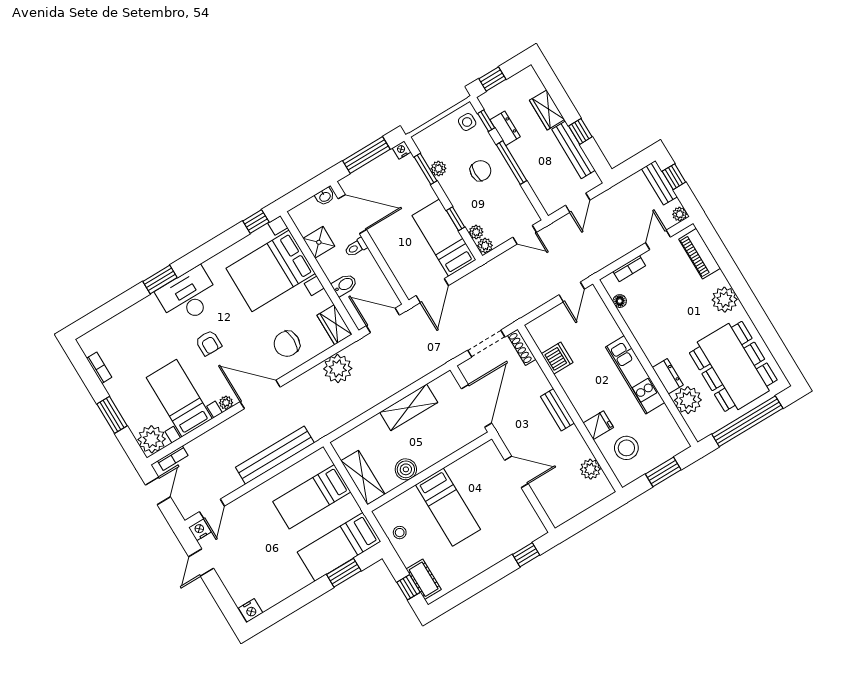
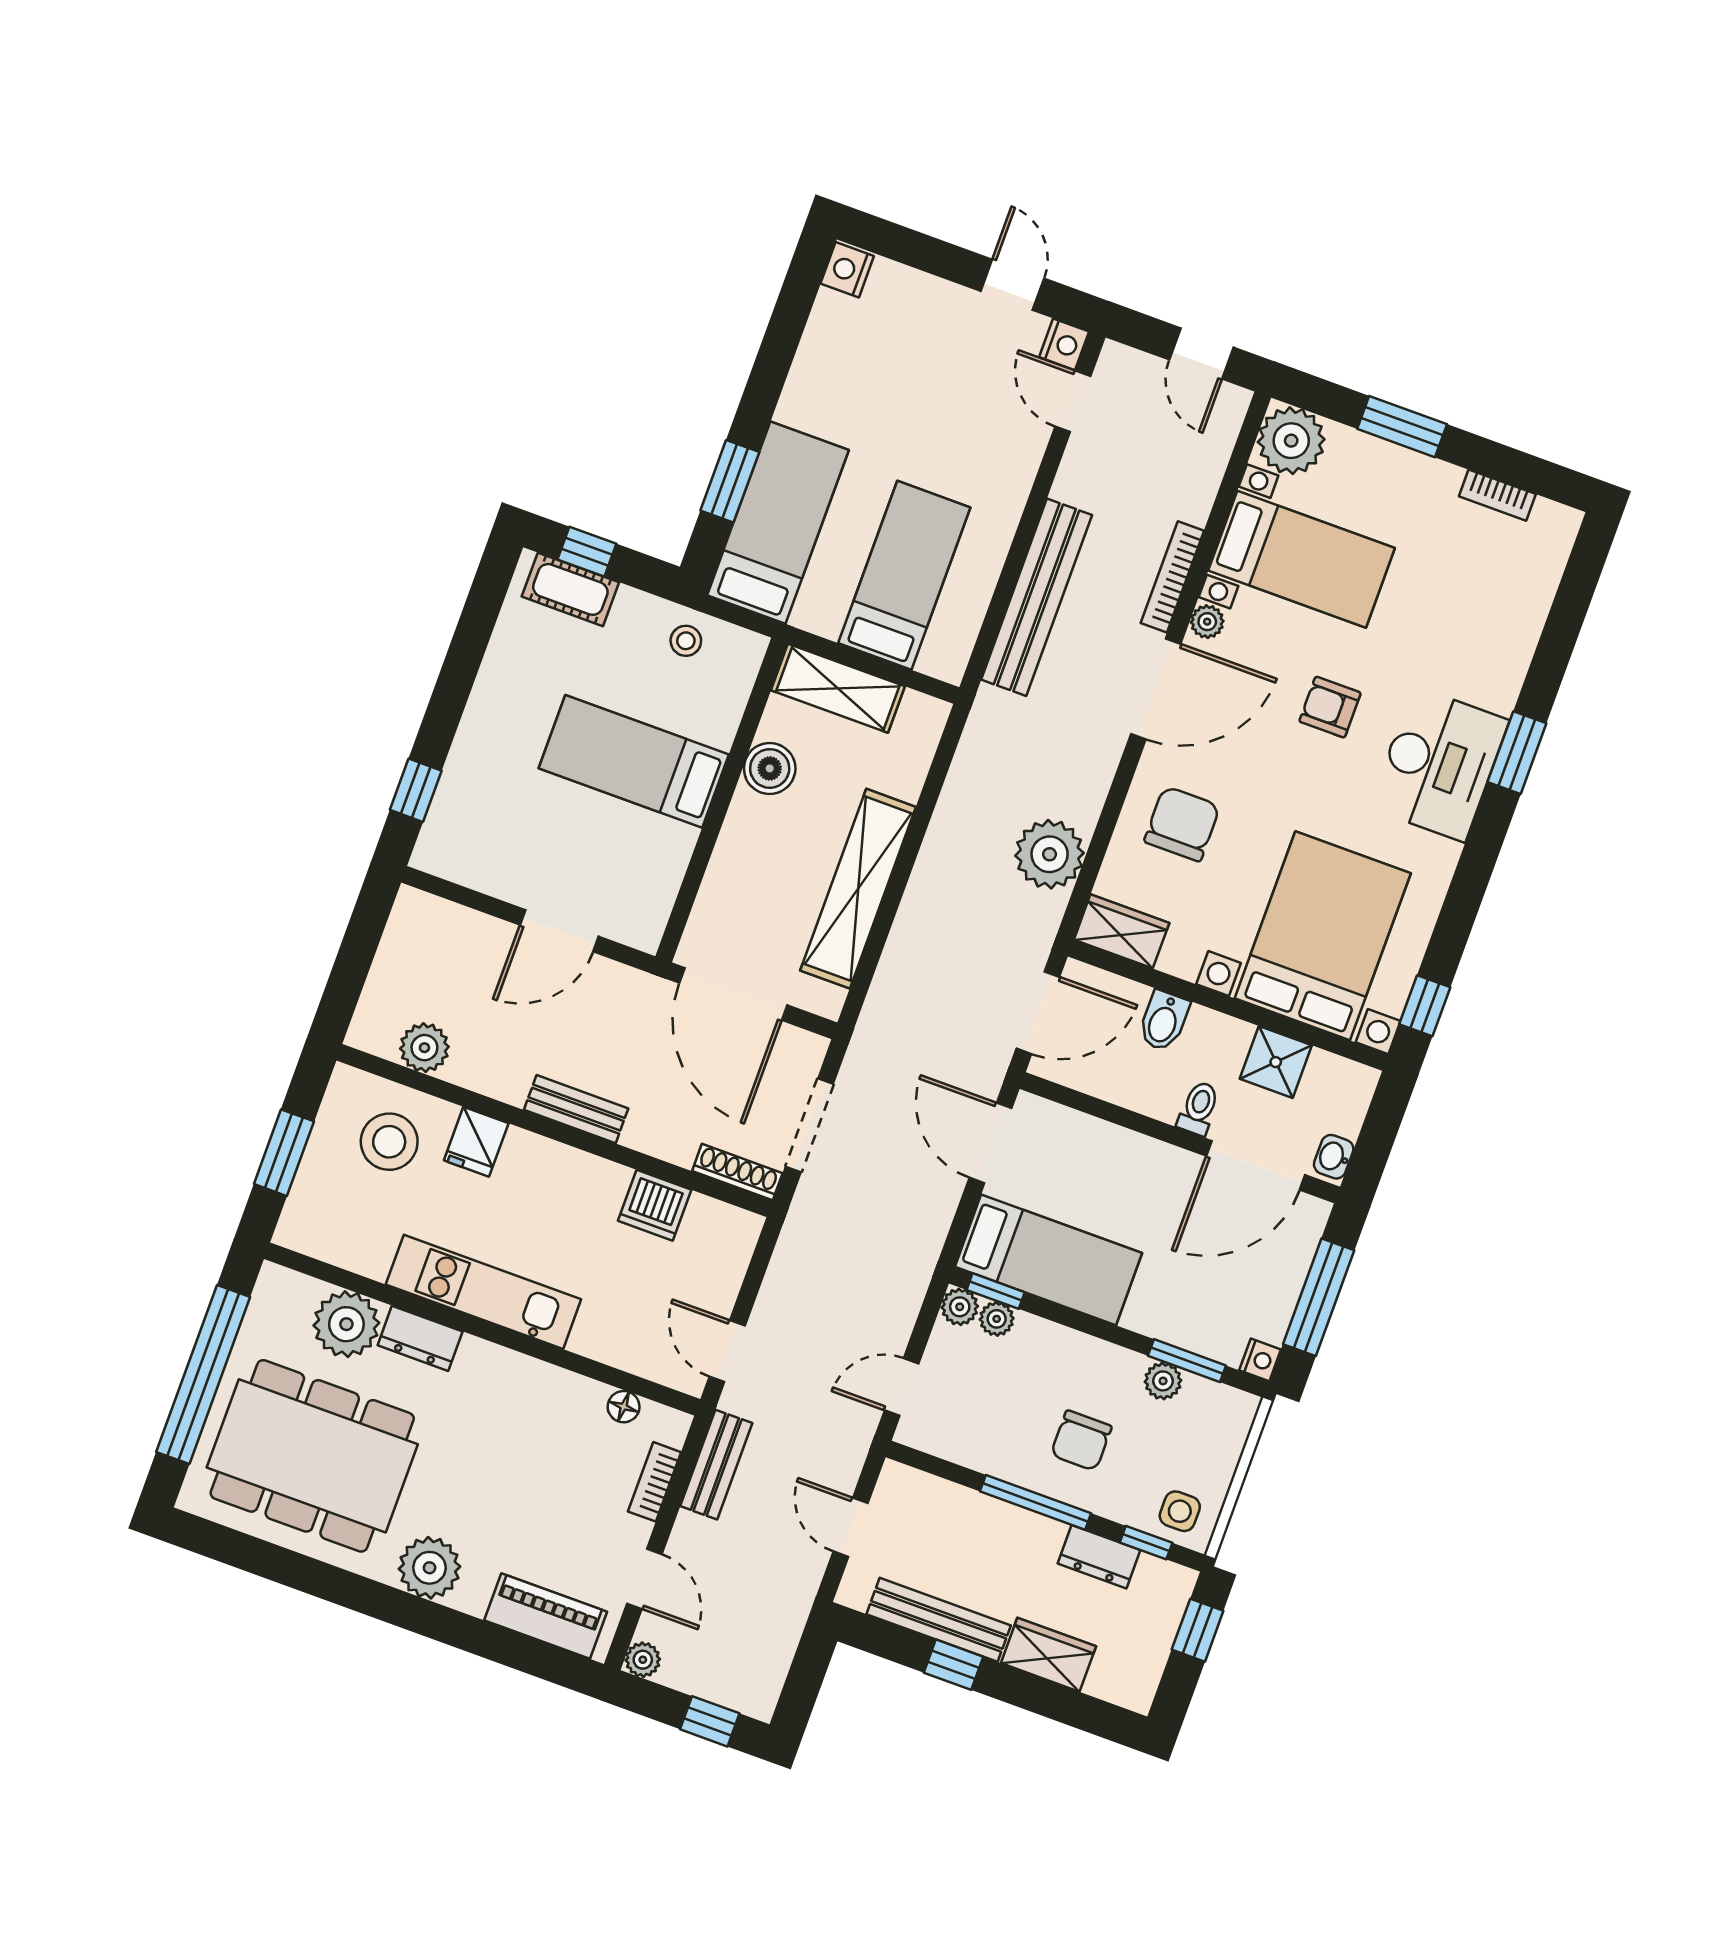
bench: (659, 183) -> (716, 1465), moved, turned 90
window: (456, 219) -> (996, 1291), moved
shelving: (409, 407) -> (858, 889), width x1.47
bookcase: (173, 458) -> (1172, 577), moved, width x1.56

